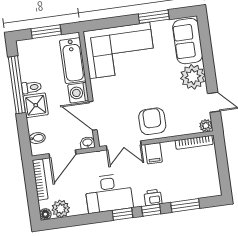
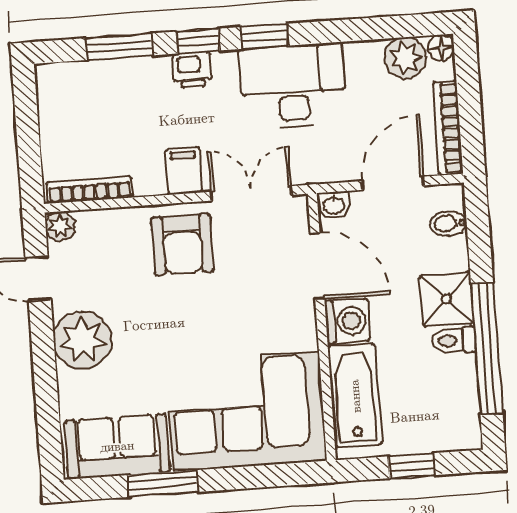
window: (46, 32) -> (412, 466), width x0.67
sofa: (188, 41) -> (117, 446), moved, turned -90

